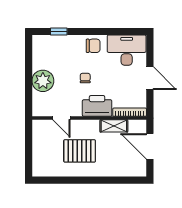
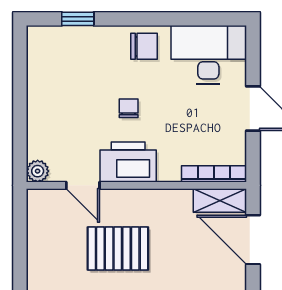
plant: (43, 81) -> (38, 171), moved, width x0.53, depth x0.53
printer: (97, 106) -> (128, 162), moved
shelving: (114, 126) -> (220, 200), moved

